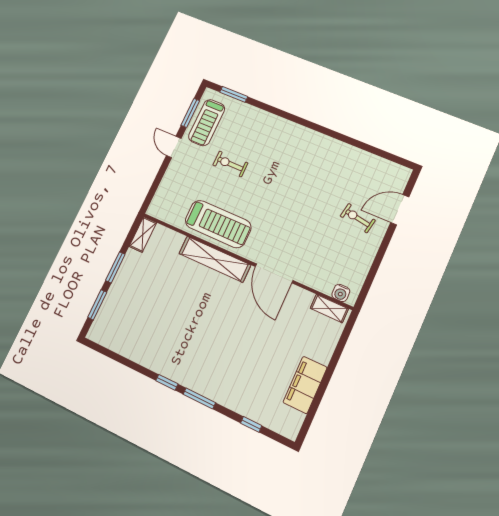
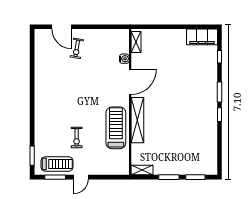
water cooler: (341, 293) -> (124, 59), moved
filing cabinet: (305, 385) -> (202, 37), moved

